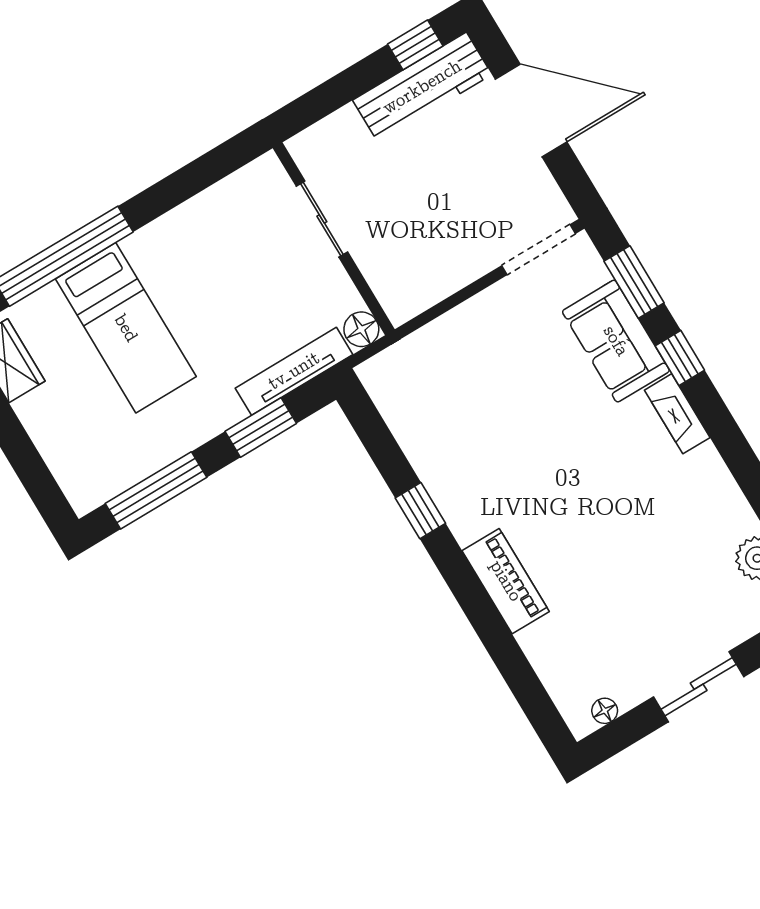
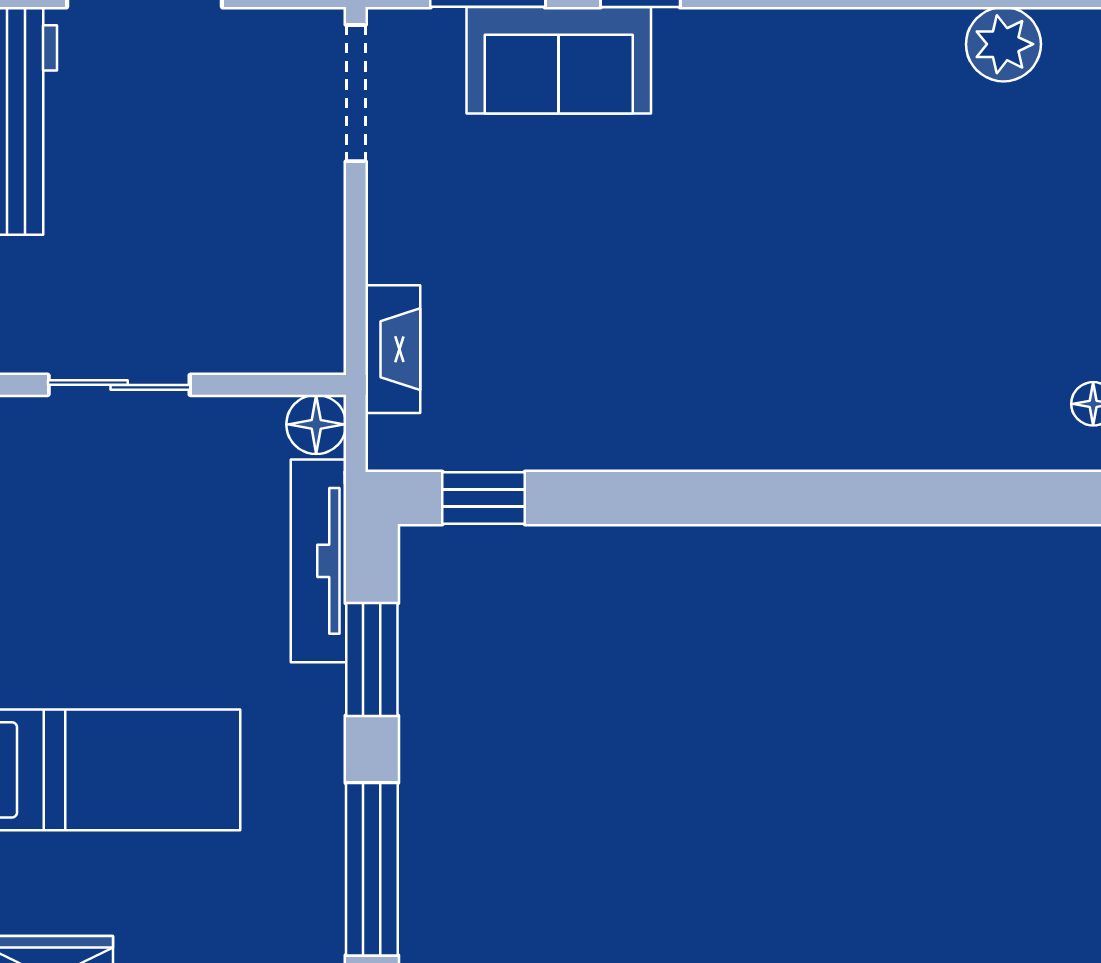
fireplace: (677, 414) -> (393, 349), moved, turned -90
window: (420, 511) -> (484, 498), moved
piano: (506, 581) -> (815, 435), removed

